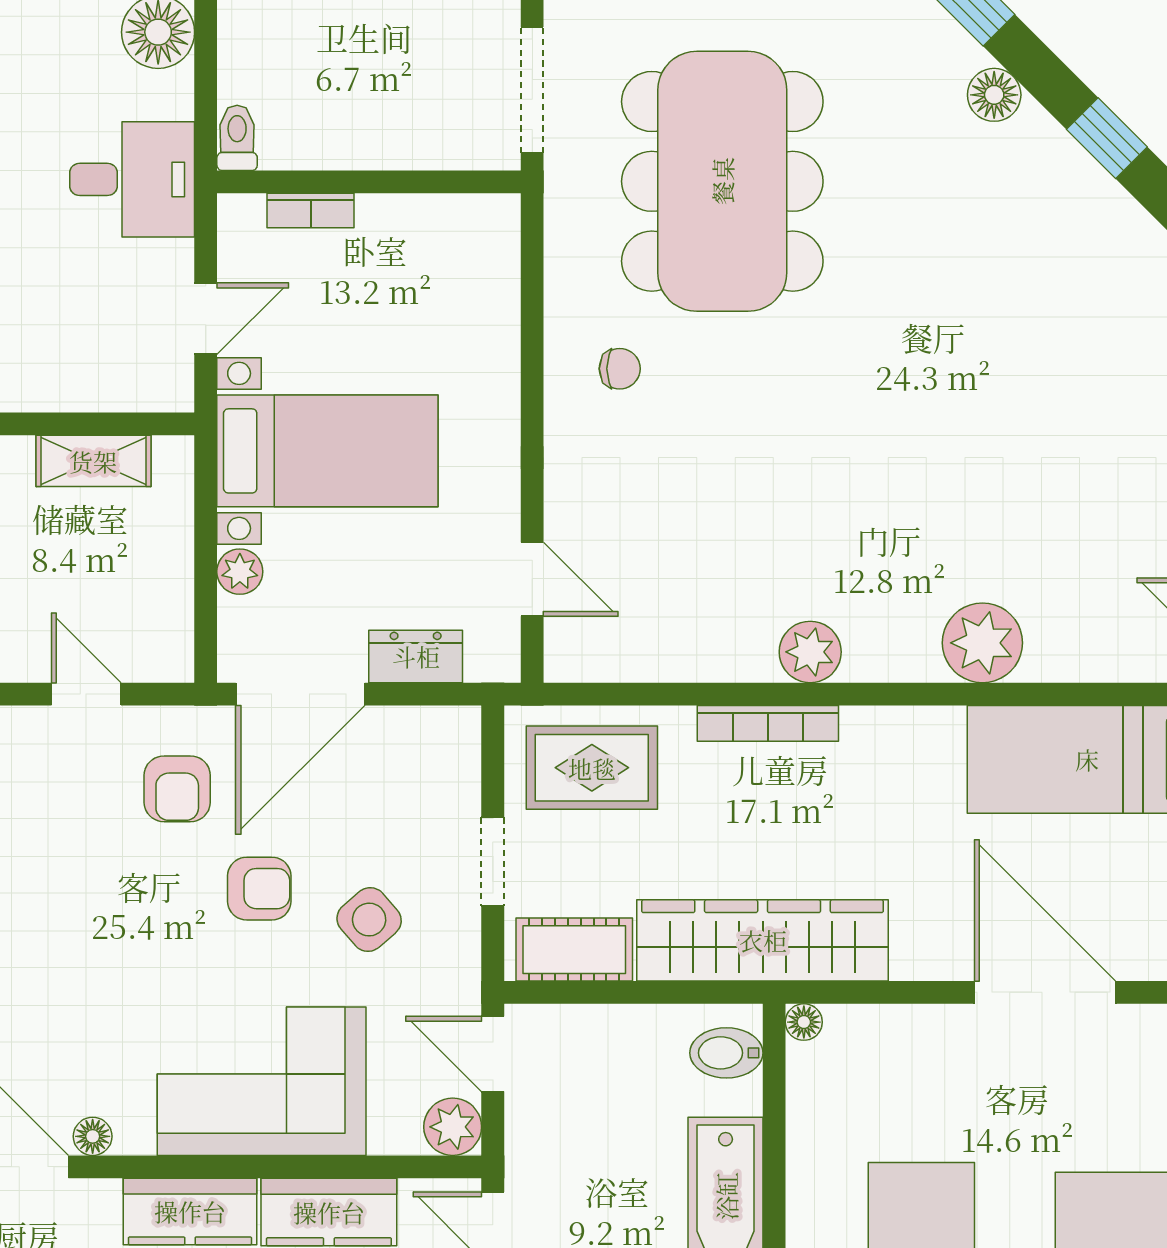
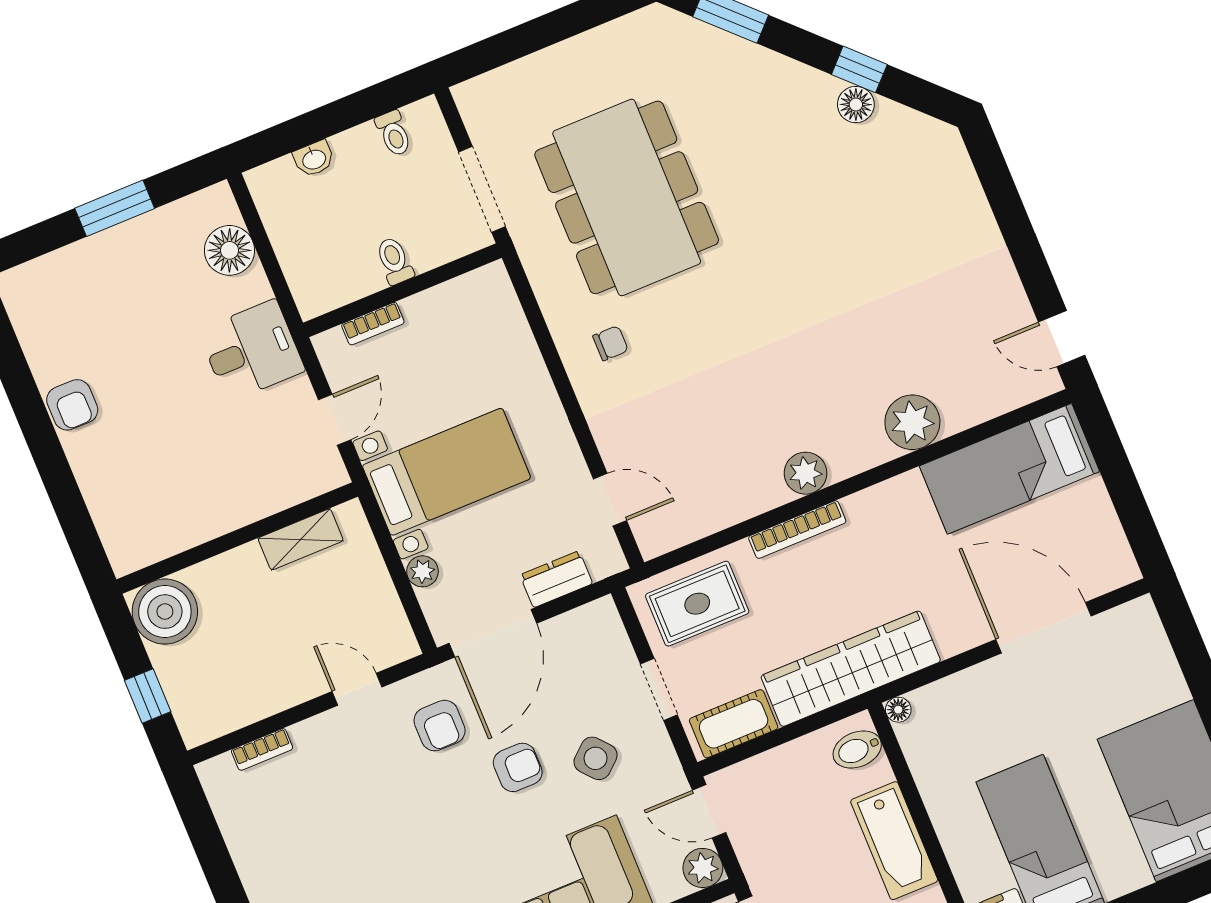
floor lamp: (994, 95) -> (856, 105), moved
toilet: (237, 138) -> (395, 261), moved

